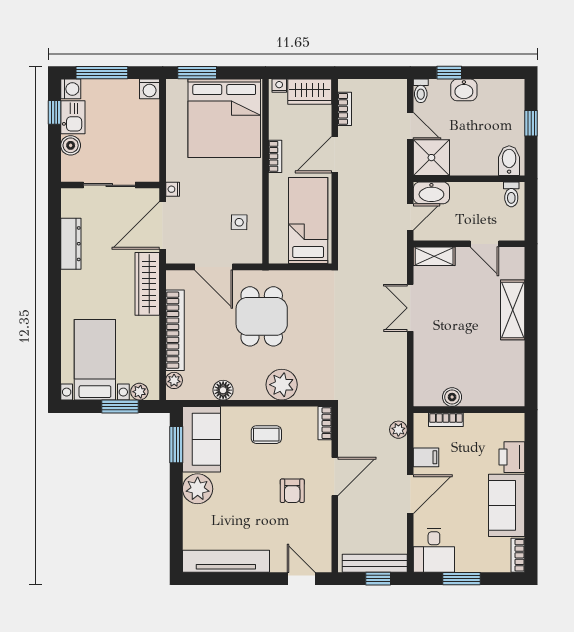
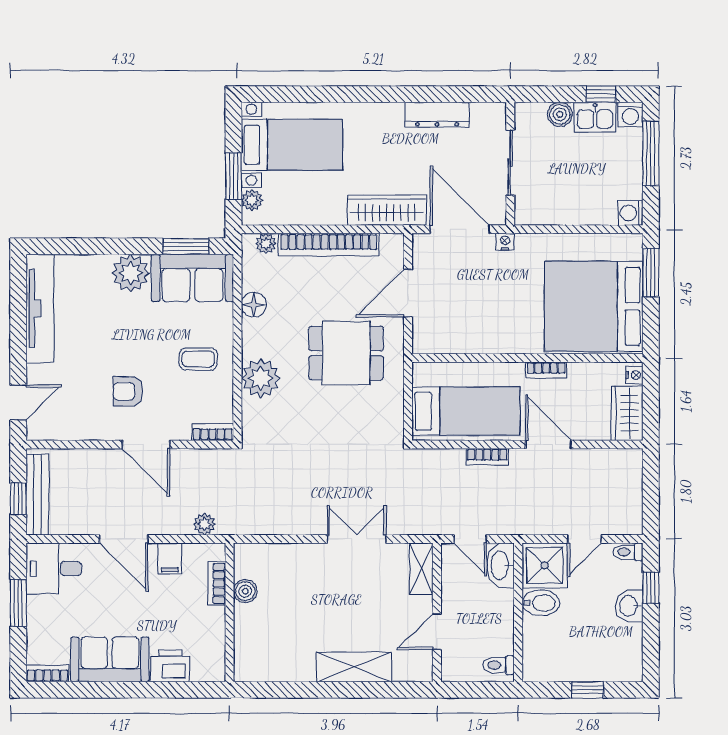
bookcase: (345, 109) -> (487, 457), moved
bidet: (509, 161) -> (541, 603), moved
side table: (239, 222) -> (464, 325), removed
coffee table: (266, 435) -> (198, 359), turned 90

